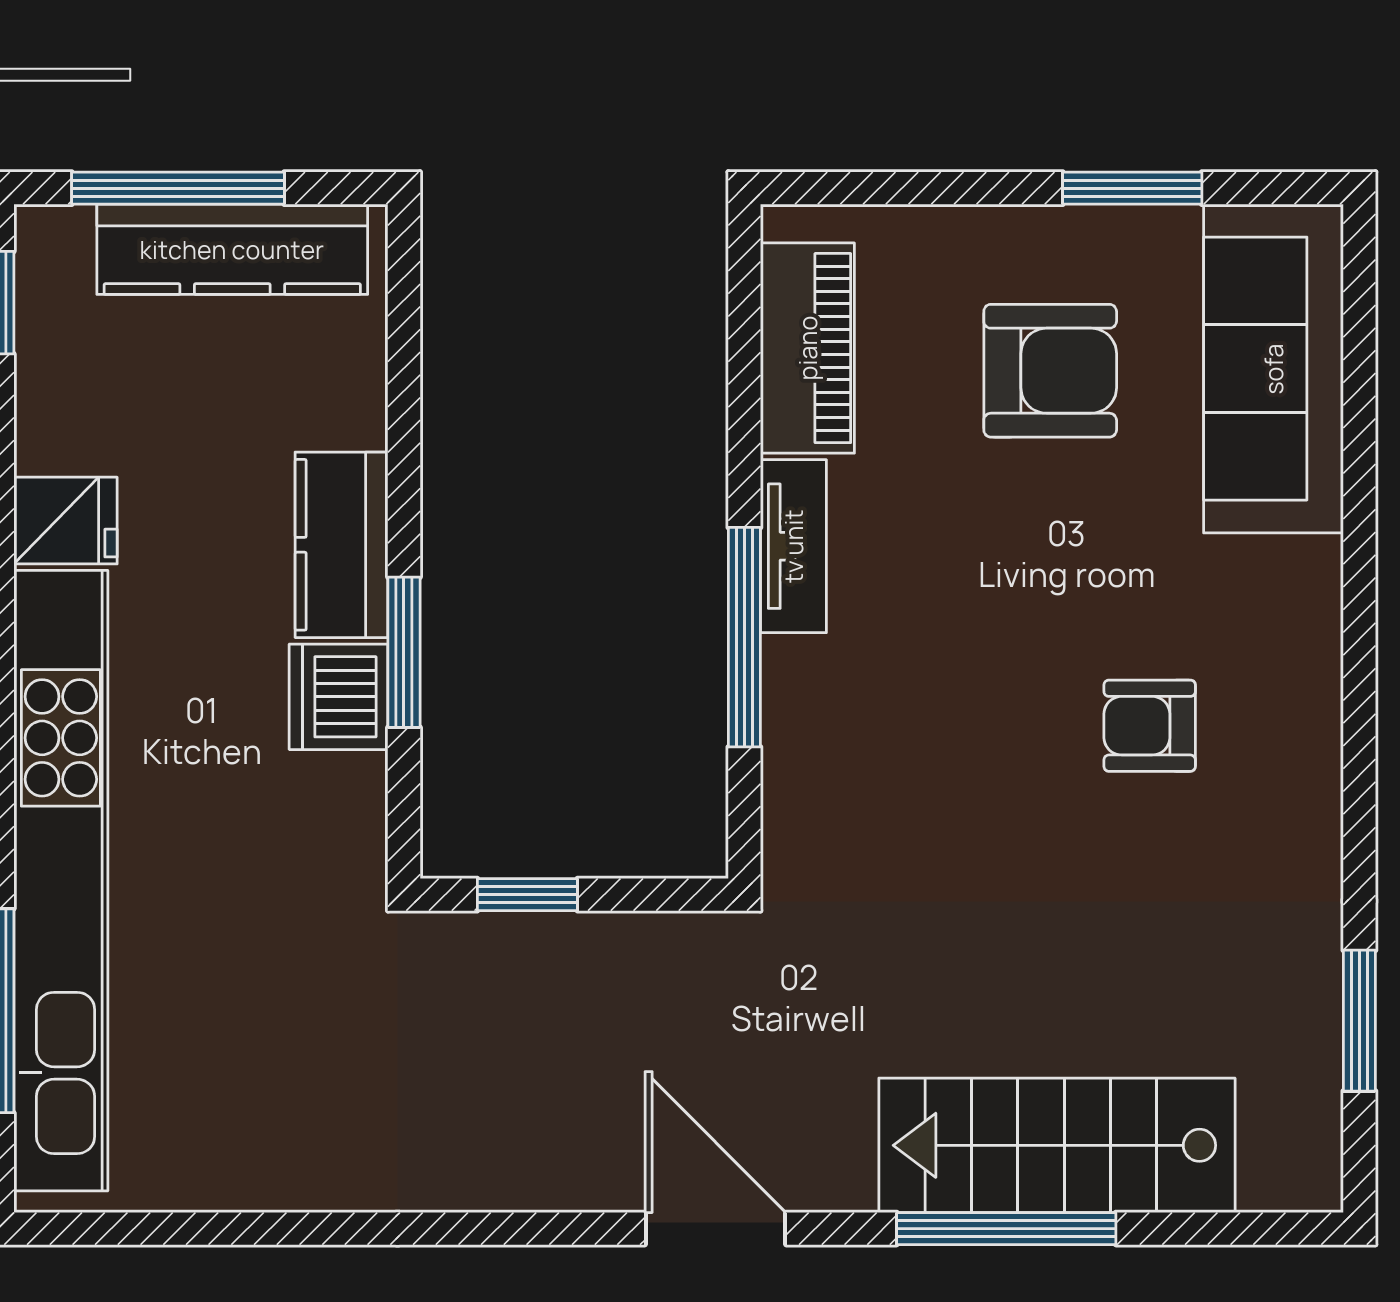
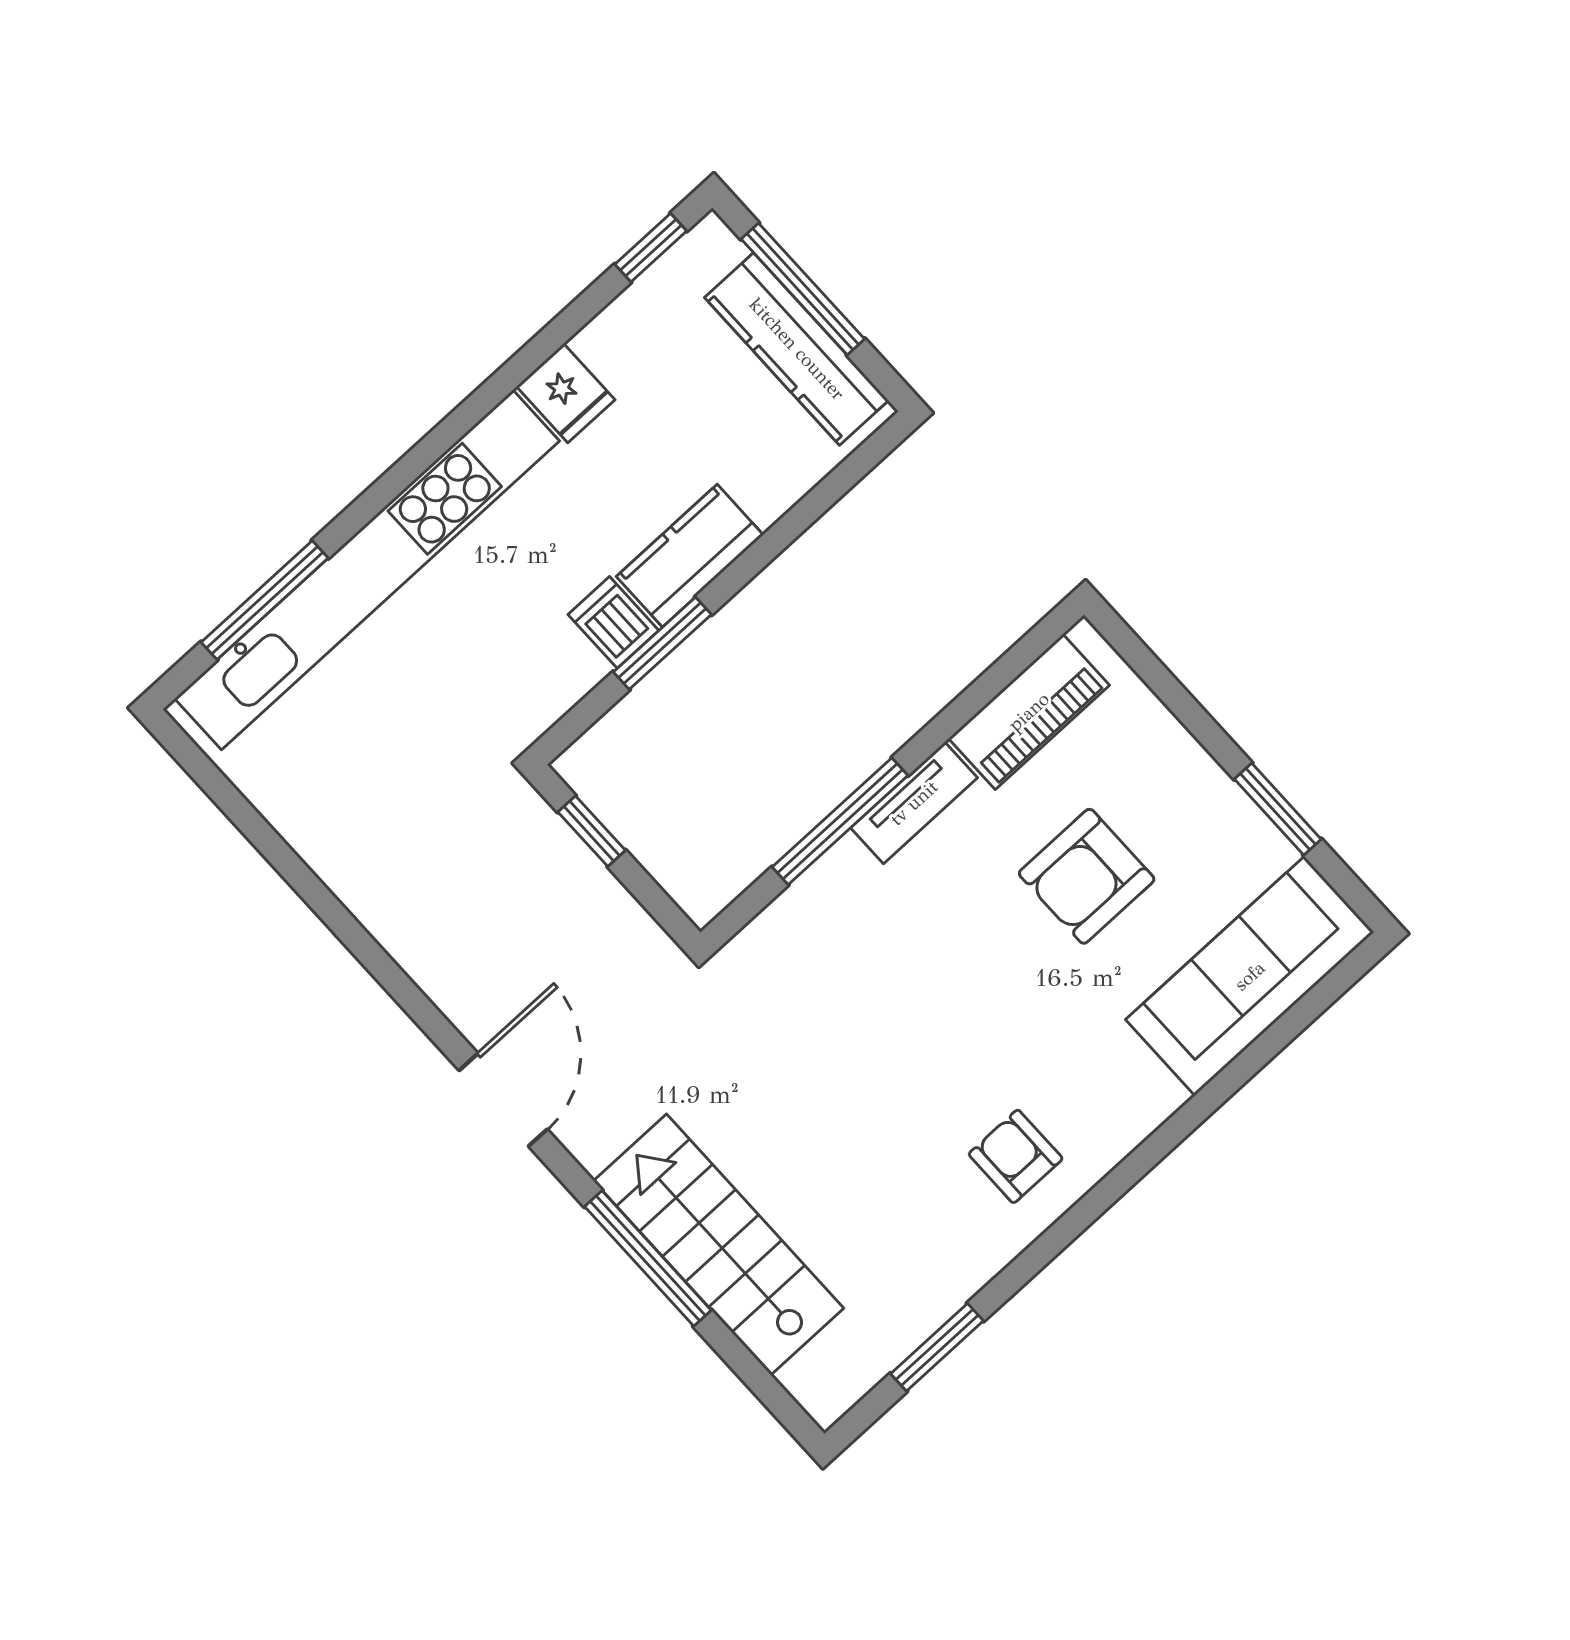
armchair: (1050, 371) -> (1087, 876), moved, turned 90
dishwasher: (339, 697) -> (613, 622), width x0.73
armchair: (1150, 726) -> (1016, 1156), moved

